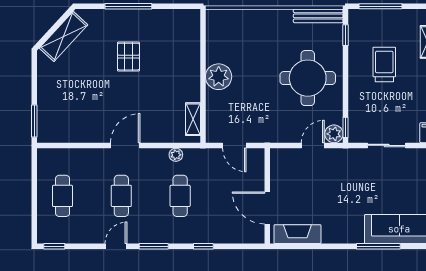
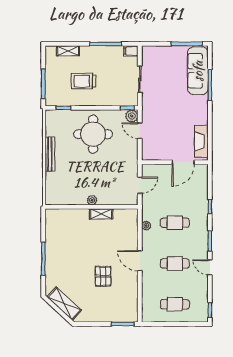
bench: (318, 16) -> (50, 154), moved
pallet: (128, 57) -> (103, 276), moved, turned 90
plant: (219, 77) -> (92, 200), width x0.53, depth x0.53
shelving: (193, 119) -> (101, 214), moved

